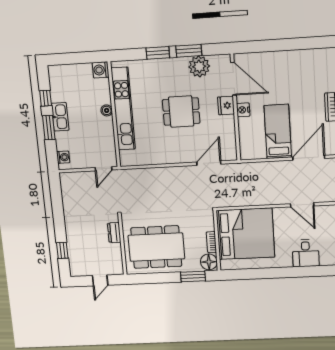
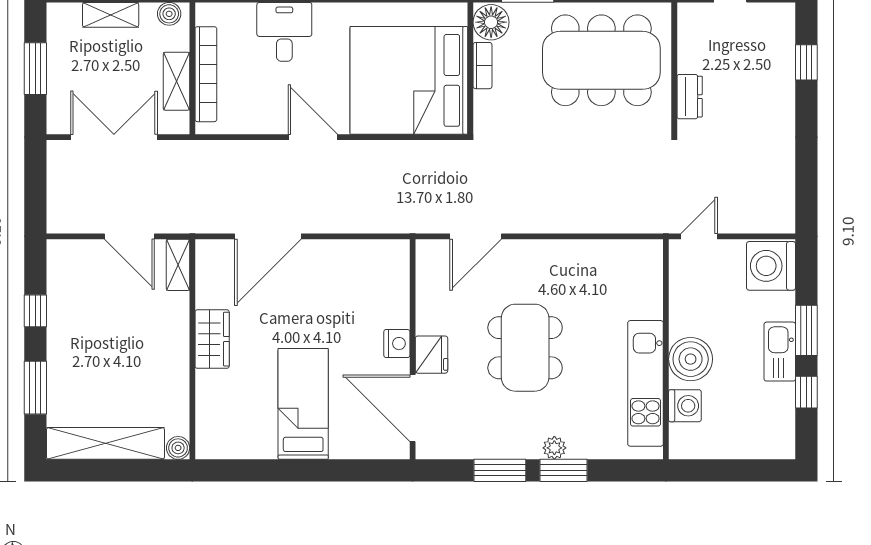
plant: (199, 66) -> (554, 448), moved, width x0.53, depth x0.53
washing machine: (101, 70) -> (685, 406), moved
kitchen unit: (123, 109) -> (646, 383), width x0.73
boiler: (107, 110) -> (691, 359), width x1.86, depth x1.86
dining table: (181, 111) -> (525, 348), width x1.38
bed: (278, 132) -> (303, 404), moved, turned 180
washing machine: (63, 157) -> (771, 266), width x1.89, depth x1.89
door: (302, 205) -> (313, 137), moved

